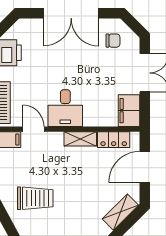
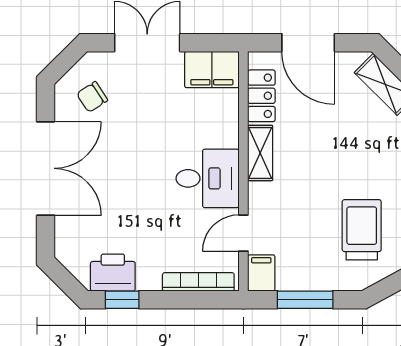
chair: (113, 41) -> (92, 97), turned -123

